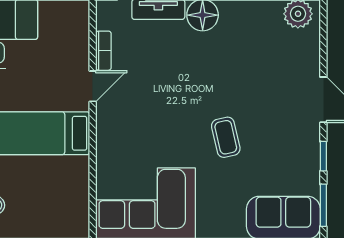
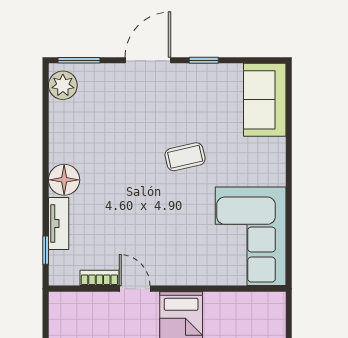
window: (323, 205) -> (79, 60), moved

